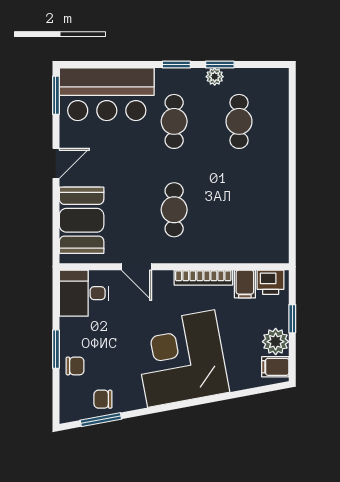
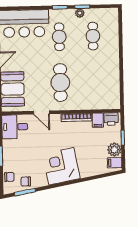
cafe table: (174, 210) -> (60, 83), width x1.37, depth x1.35
corner desk: (181, 359) -> (61, 166), width x0.74, depth x0.74
chair: (75, 366) -> (9, 177), moved

